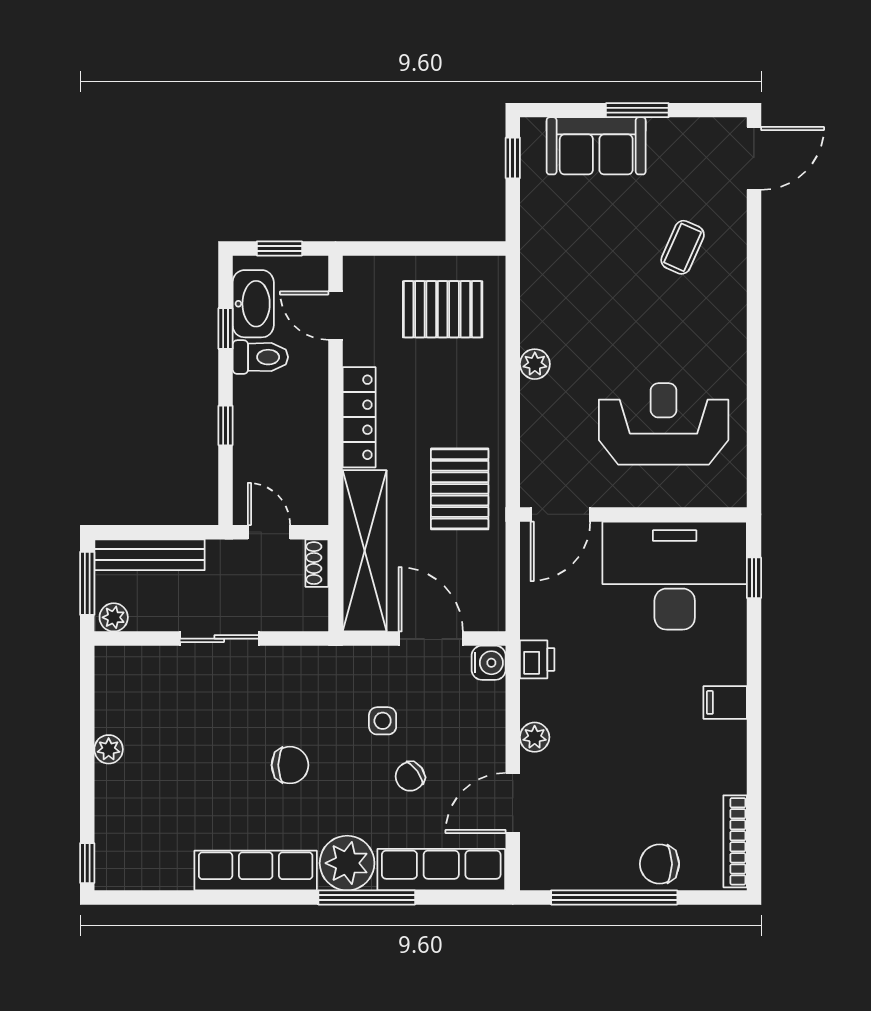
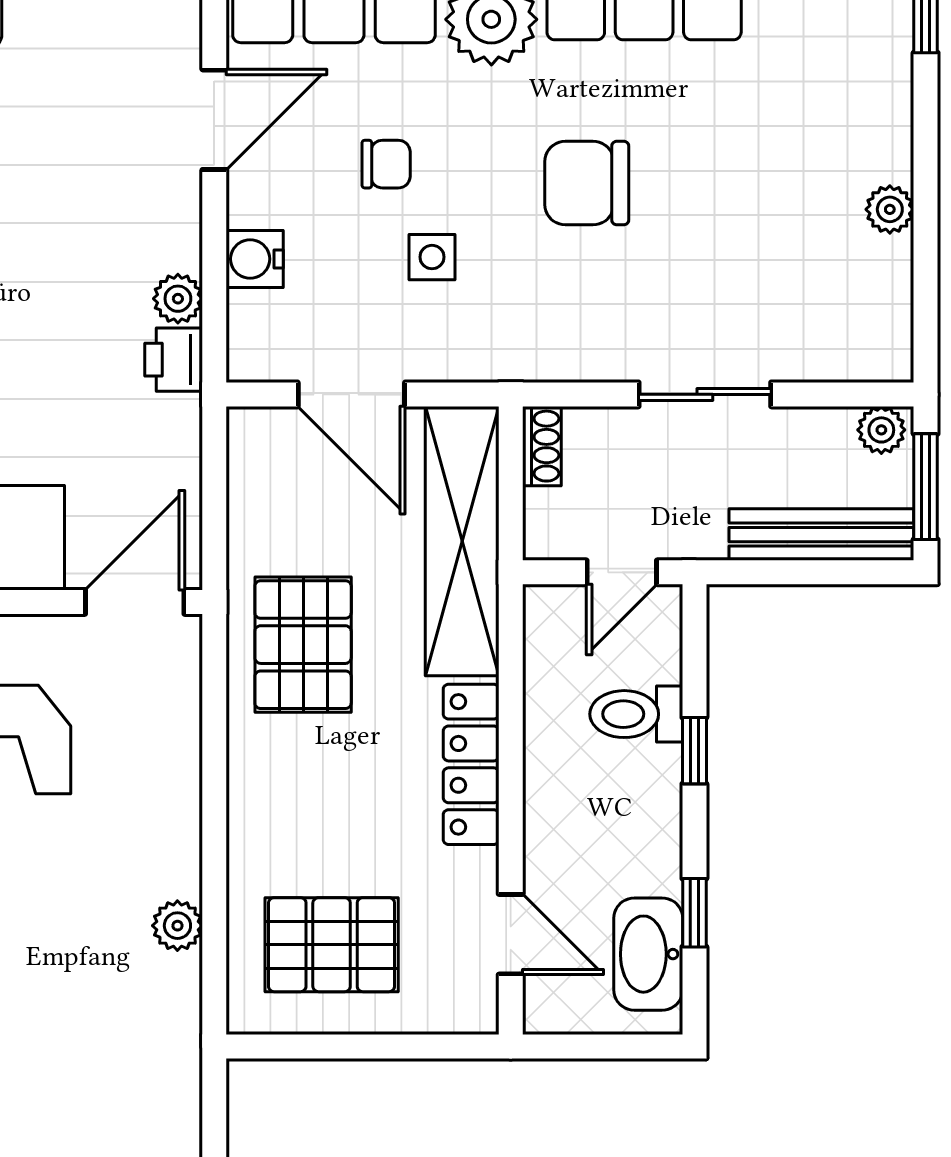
window: (279, 248) -> (604, 1046), removed
toilet: (260, 357) -> (636, 714), moved
plant: (535, 364) -> (177, 926), moved
door: (269, 532) -> (622, 572), hinge flipped
shoe rack: (317, 563) -> (542, 446), moved
water cooler: (489, 663) -> (255, 259), moved
plant: (535, 737) -> (178, 299), moved
chair: (290, 765) -> (587, 183), width x1.37, depth x1.37
chair: (410, 776) -> (386, 164), turned 36

